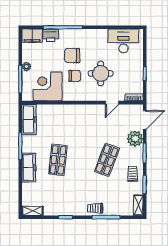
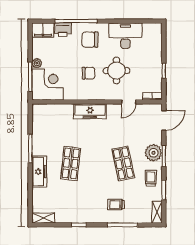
desk: (123, 41) -> (125, 36), moved
chair: (72, 56) -> (90, 40), moved
corner desk: (48, 86) -> (48, 85), moved, turned 90
freezer: (29, 119) -> (90, 111), moved, turned 90
plant: (135, 139) -> (153, 153), moved
shop shelf: (107, 160) -> (123, 163), turned -33
trolley: (95, 208) -> (116, 205), moved

